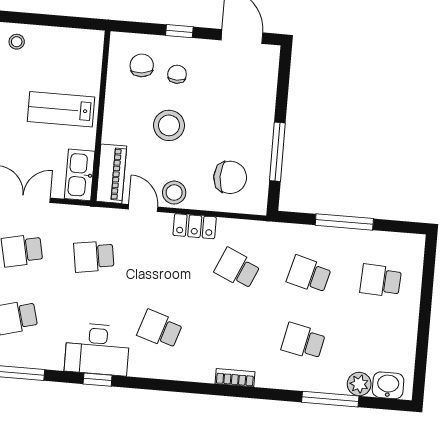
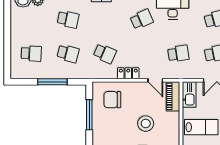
stool: (174, 193) -> (140, 90), removed
school desk: (160, 329) -> (142, 19), turned -42

